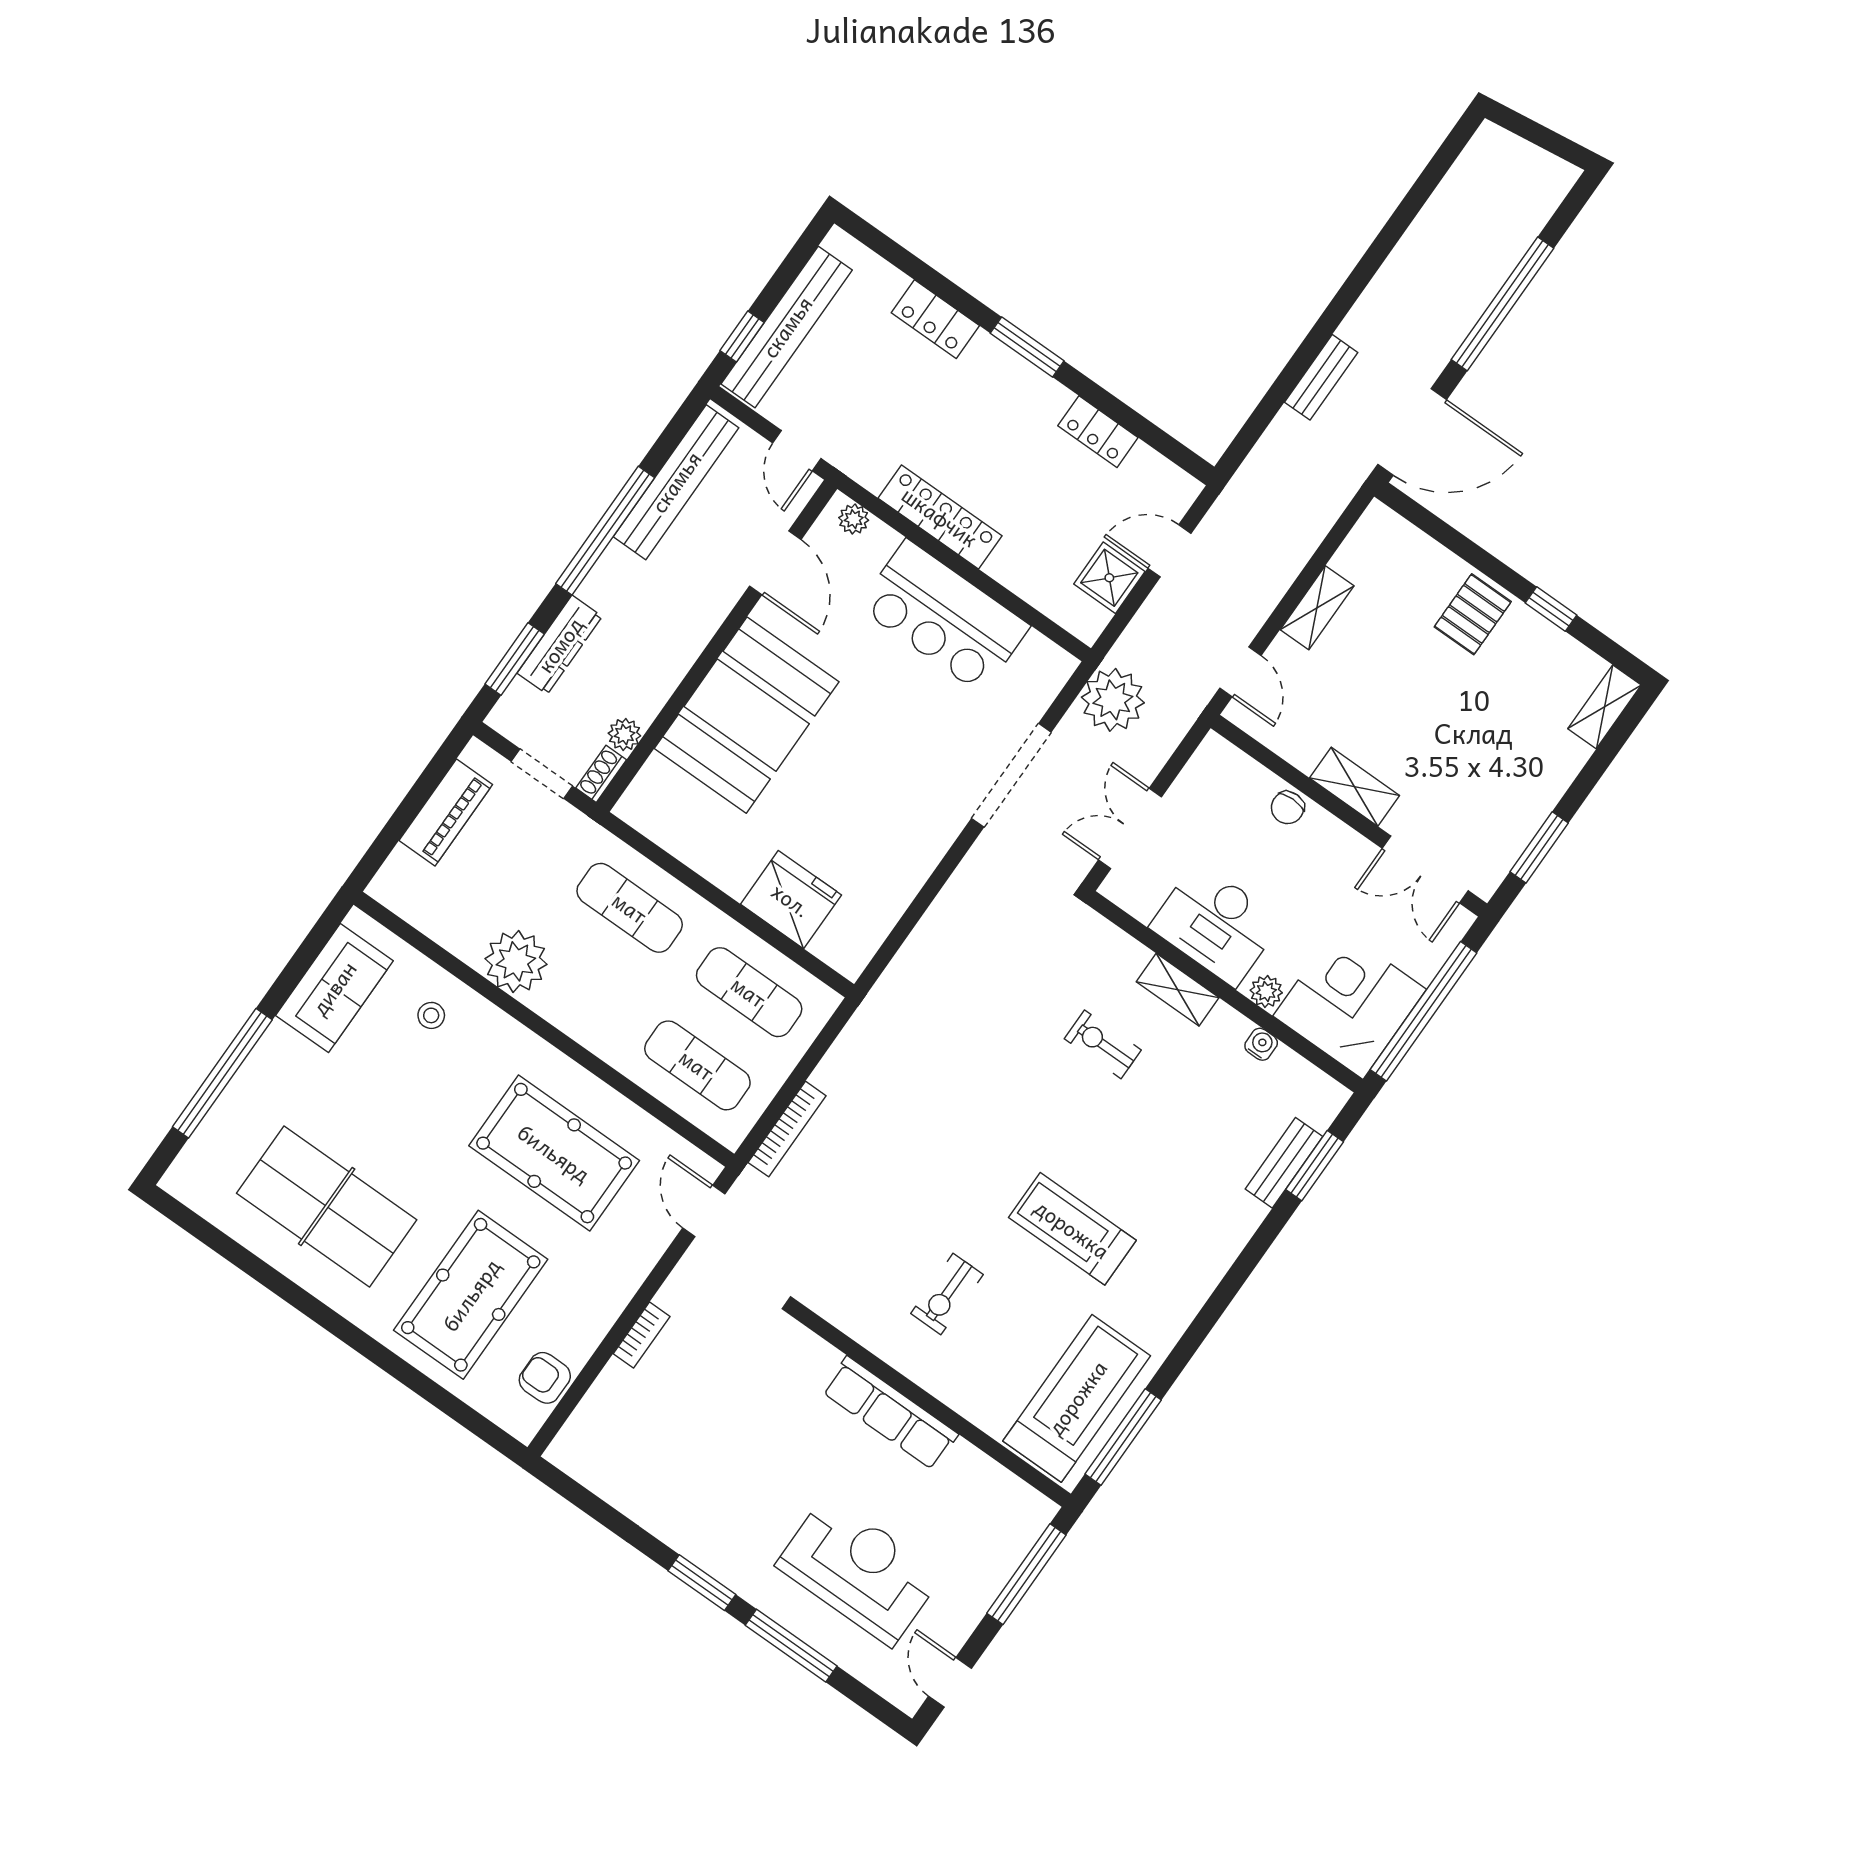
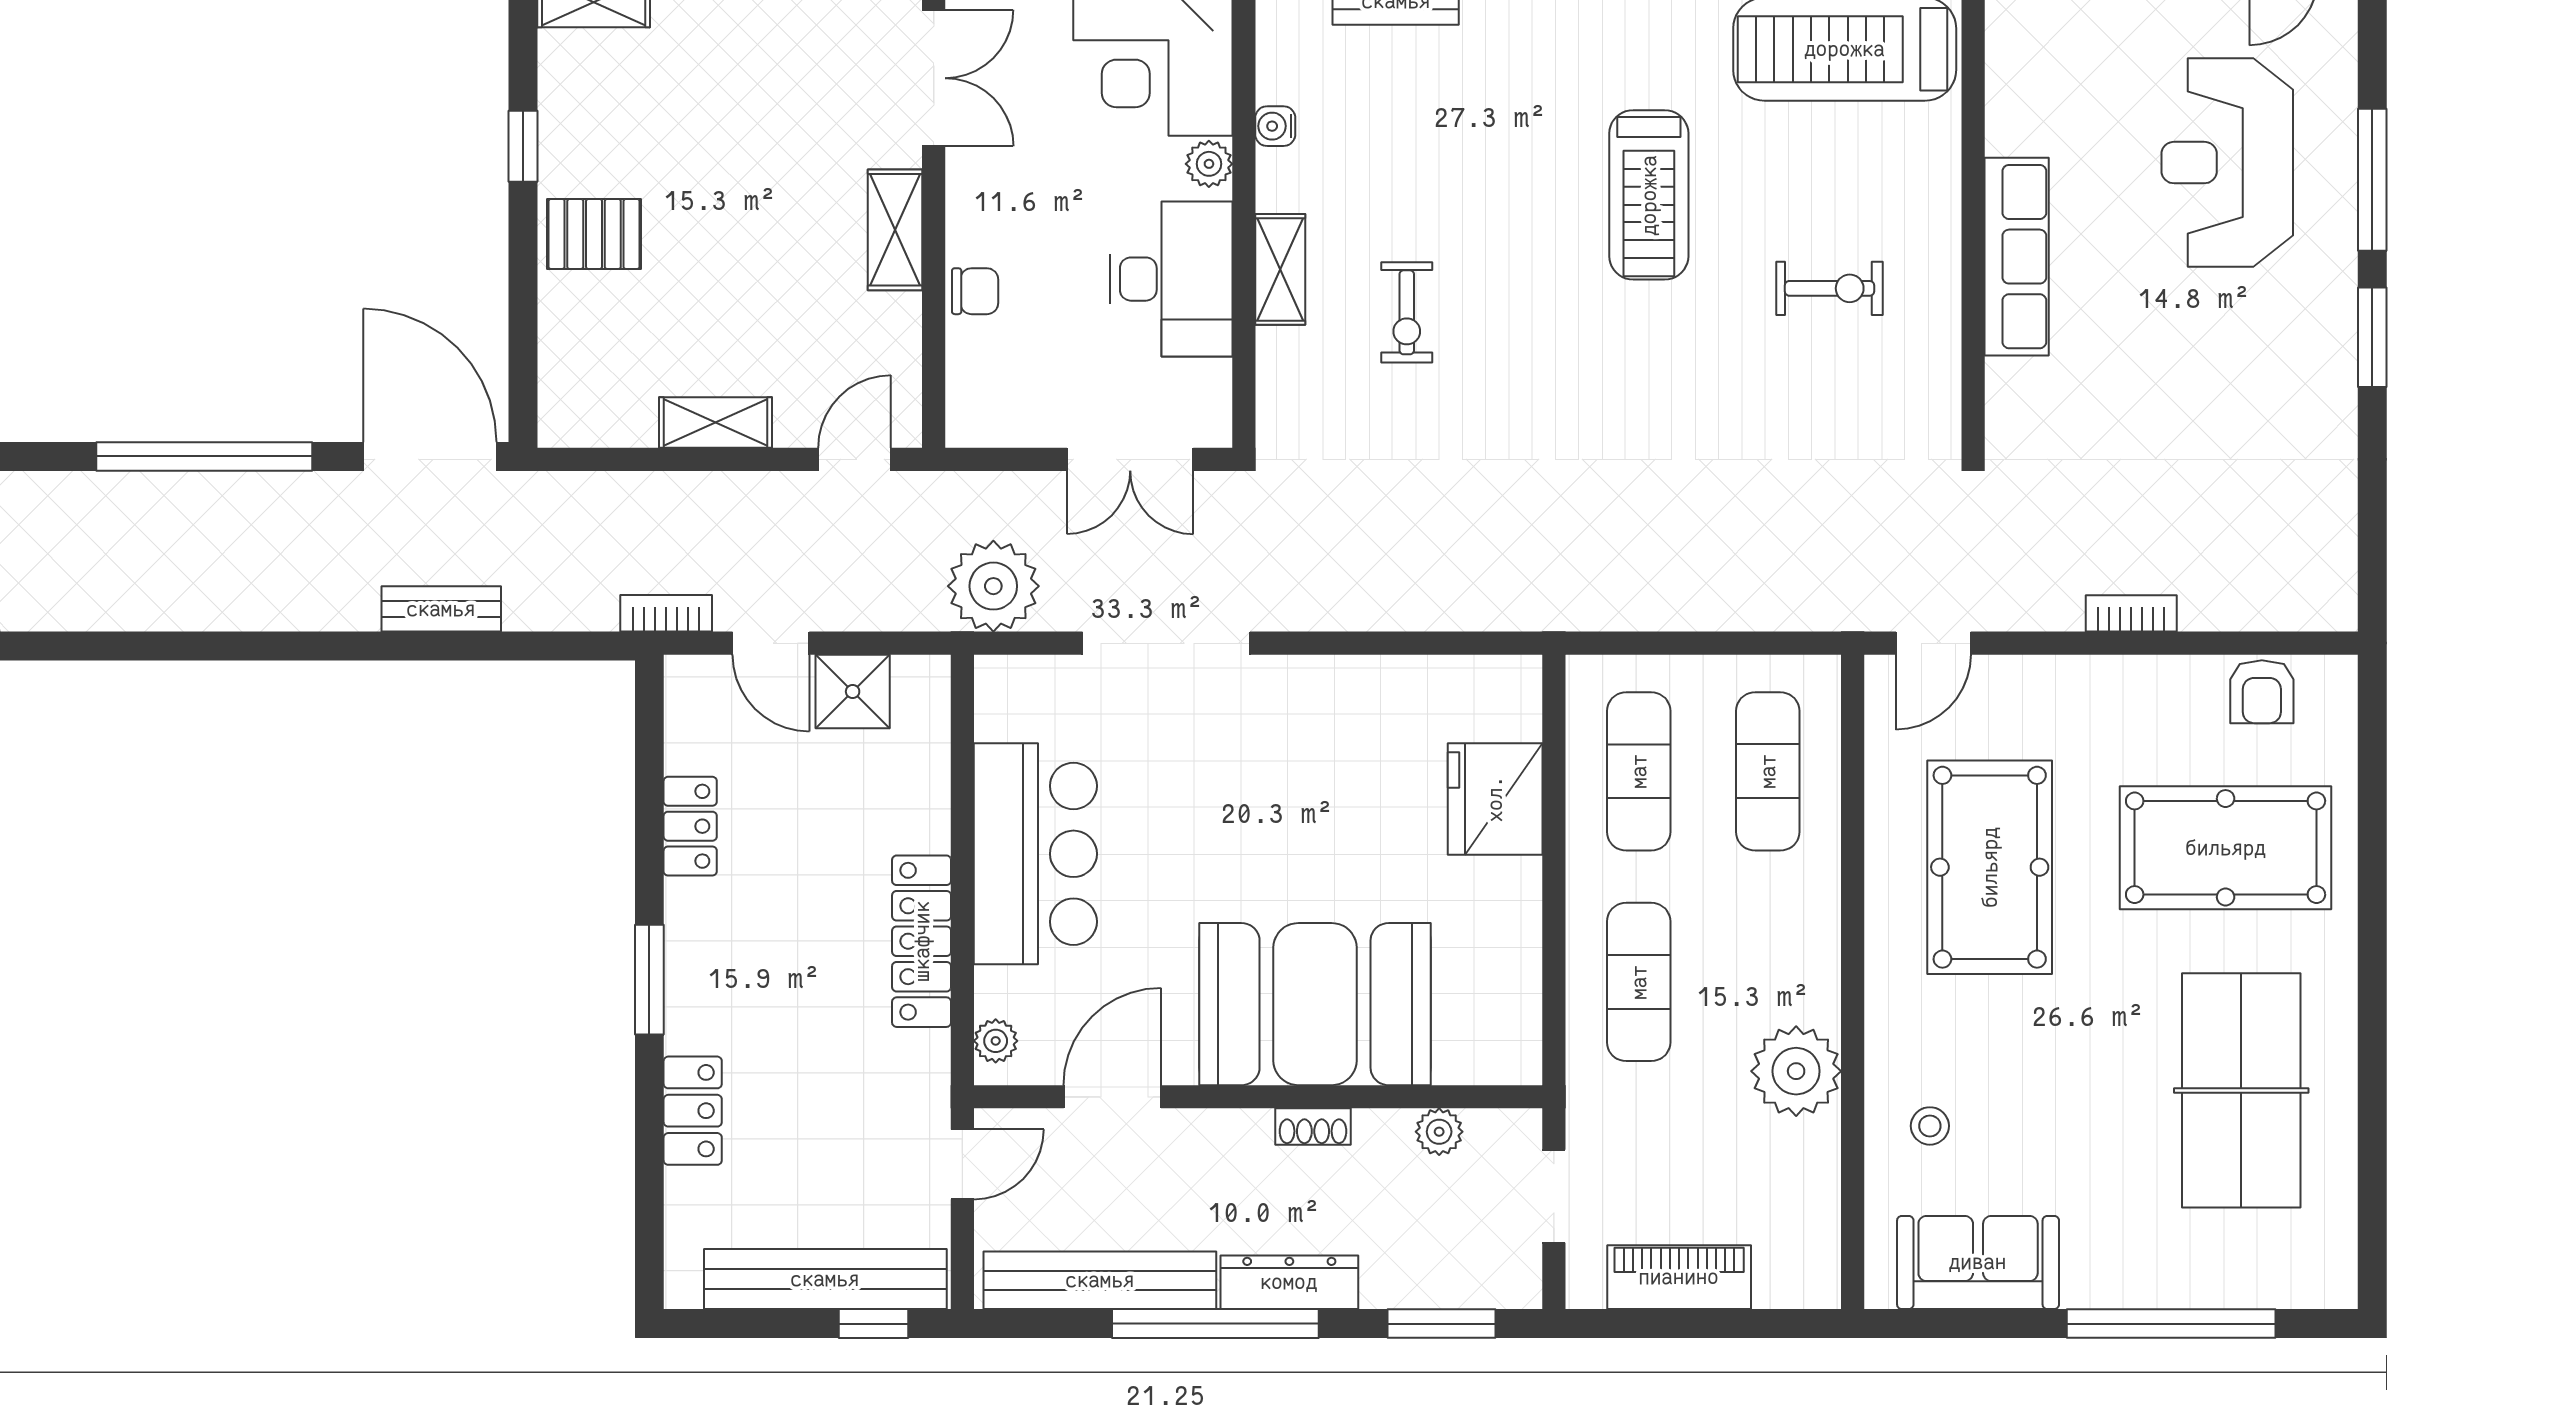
dresser: (560, 645) -> (1289, 1282), moved
shoe rack: (601, 774) -> (1313, 1127), moved
bookcase: (787, 1129) -> (666, 613), moved, width x0.64

